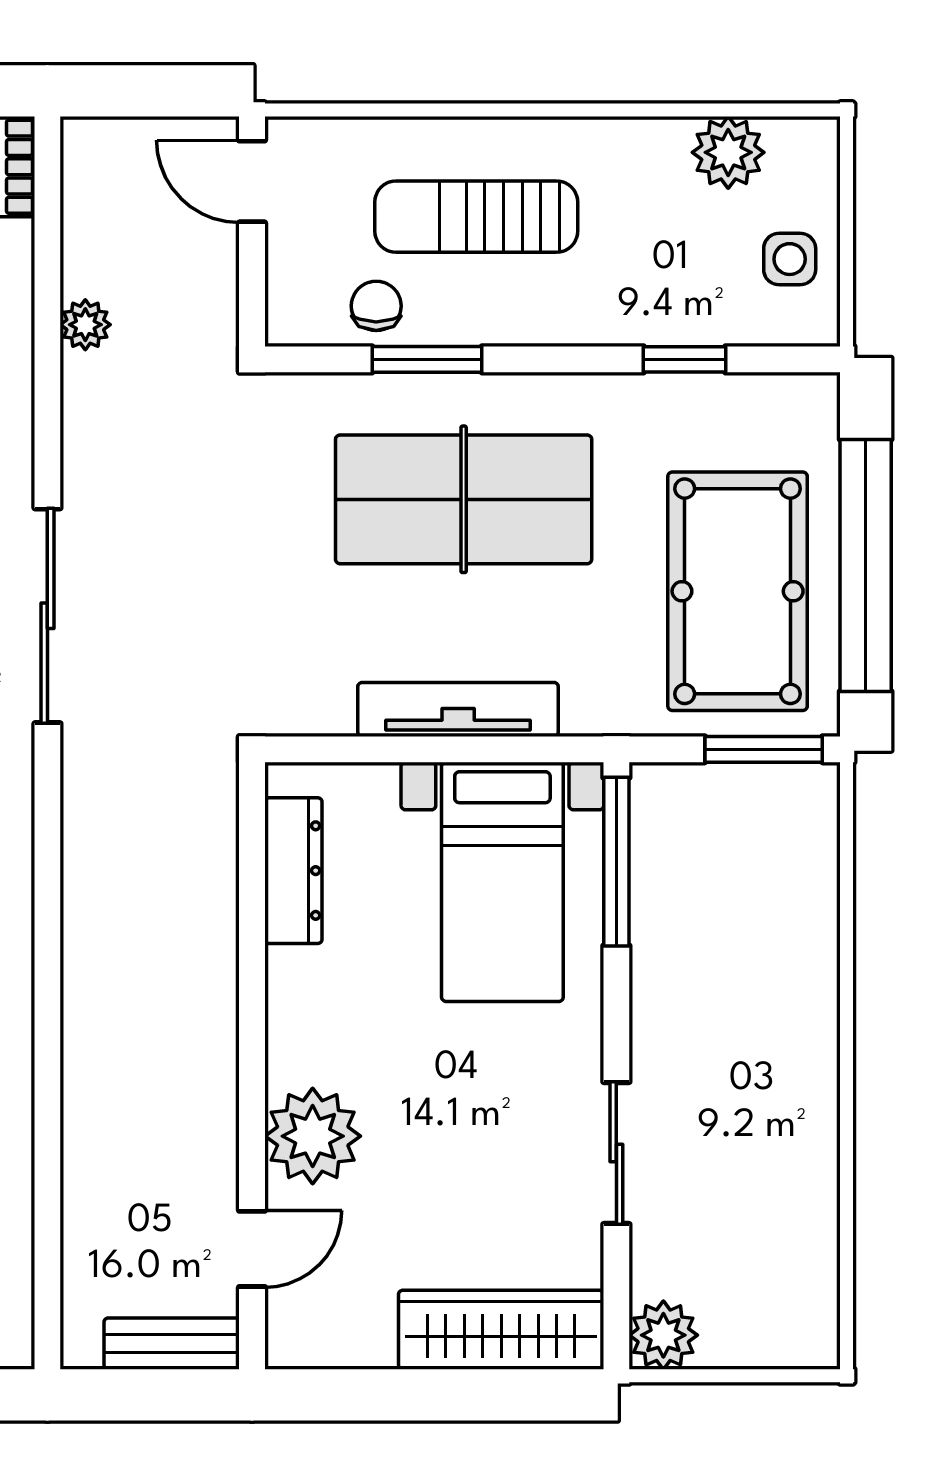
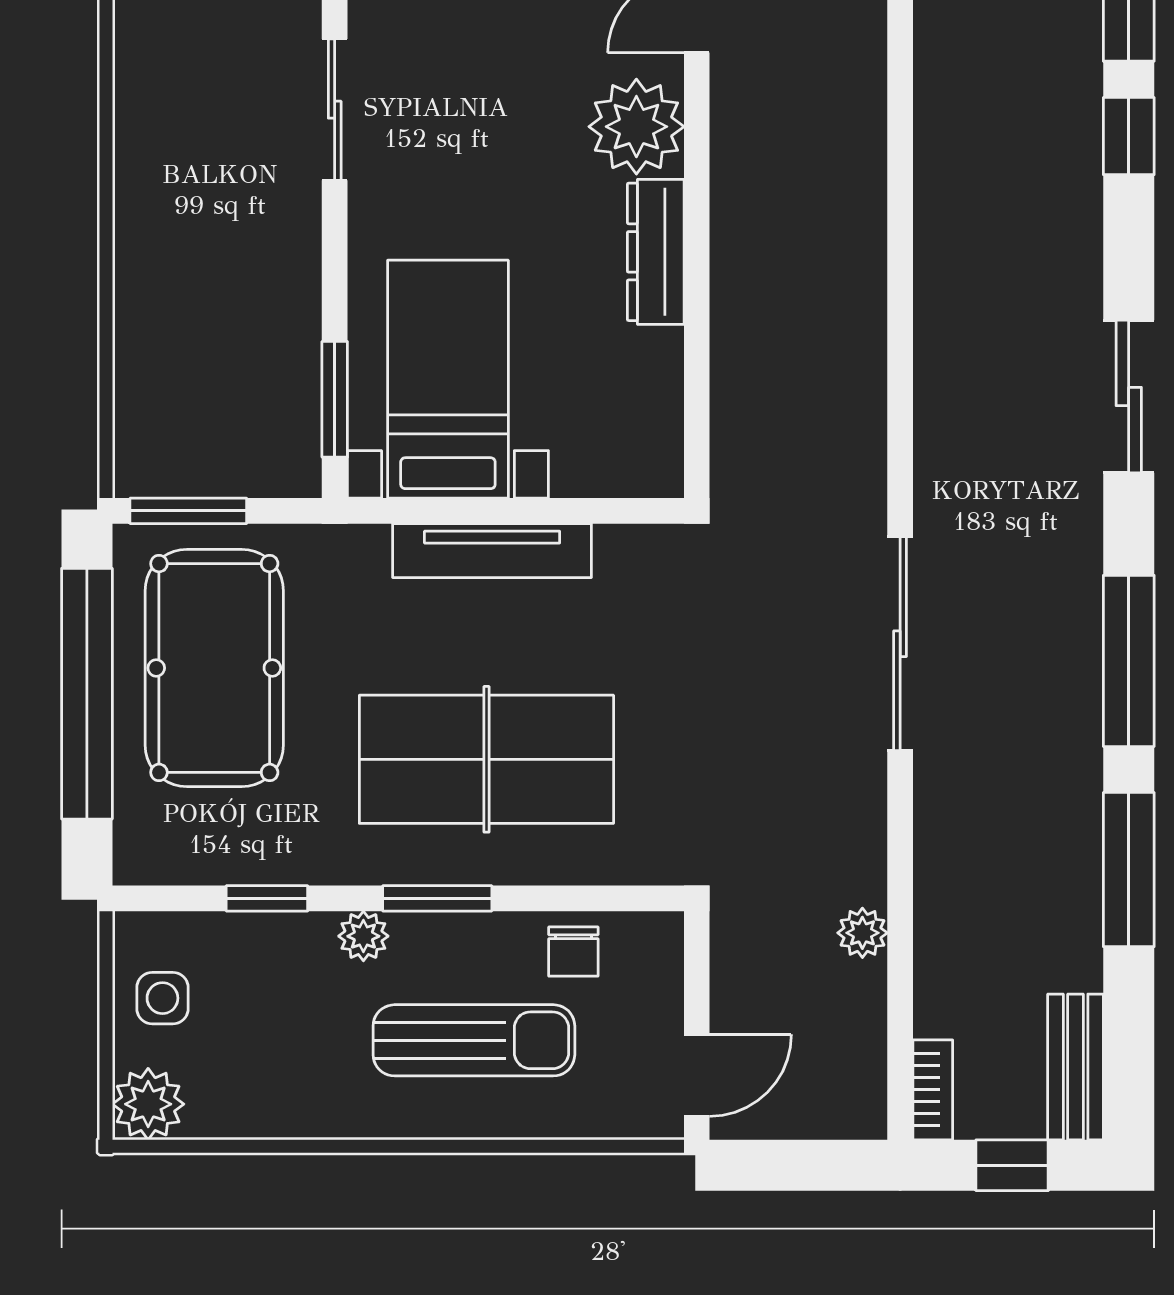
plant: (728, 152) -> (148, 1104), moved
door: (252, 181) -> (697, 1075), hinge flipped
plant: (587, 322) -> (363, 936), added
window: (427, 359) -> (437, 898), moved
window: (616, 862) -> (335, 399), width x0.69
dresser: (293, 871) -> (656, 252), moved

